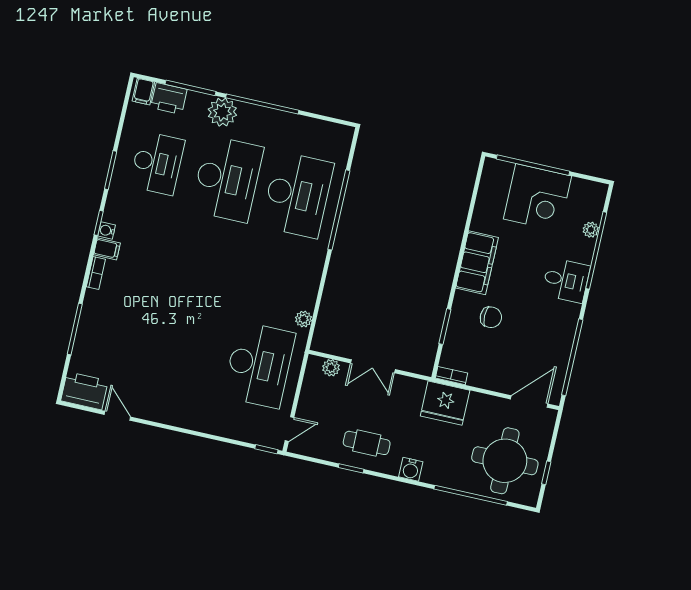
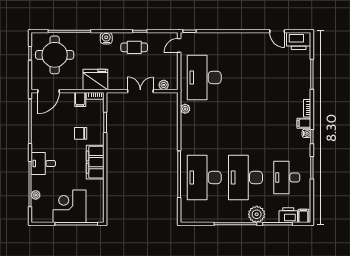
filing cabinet: (479, 375) -> (80, 99), added

